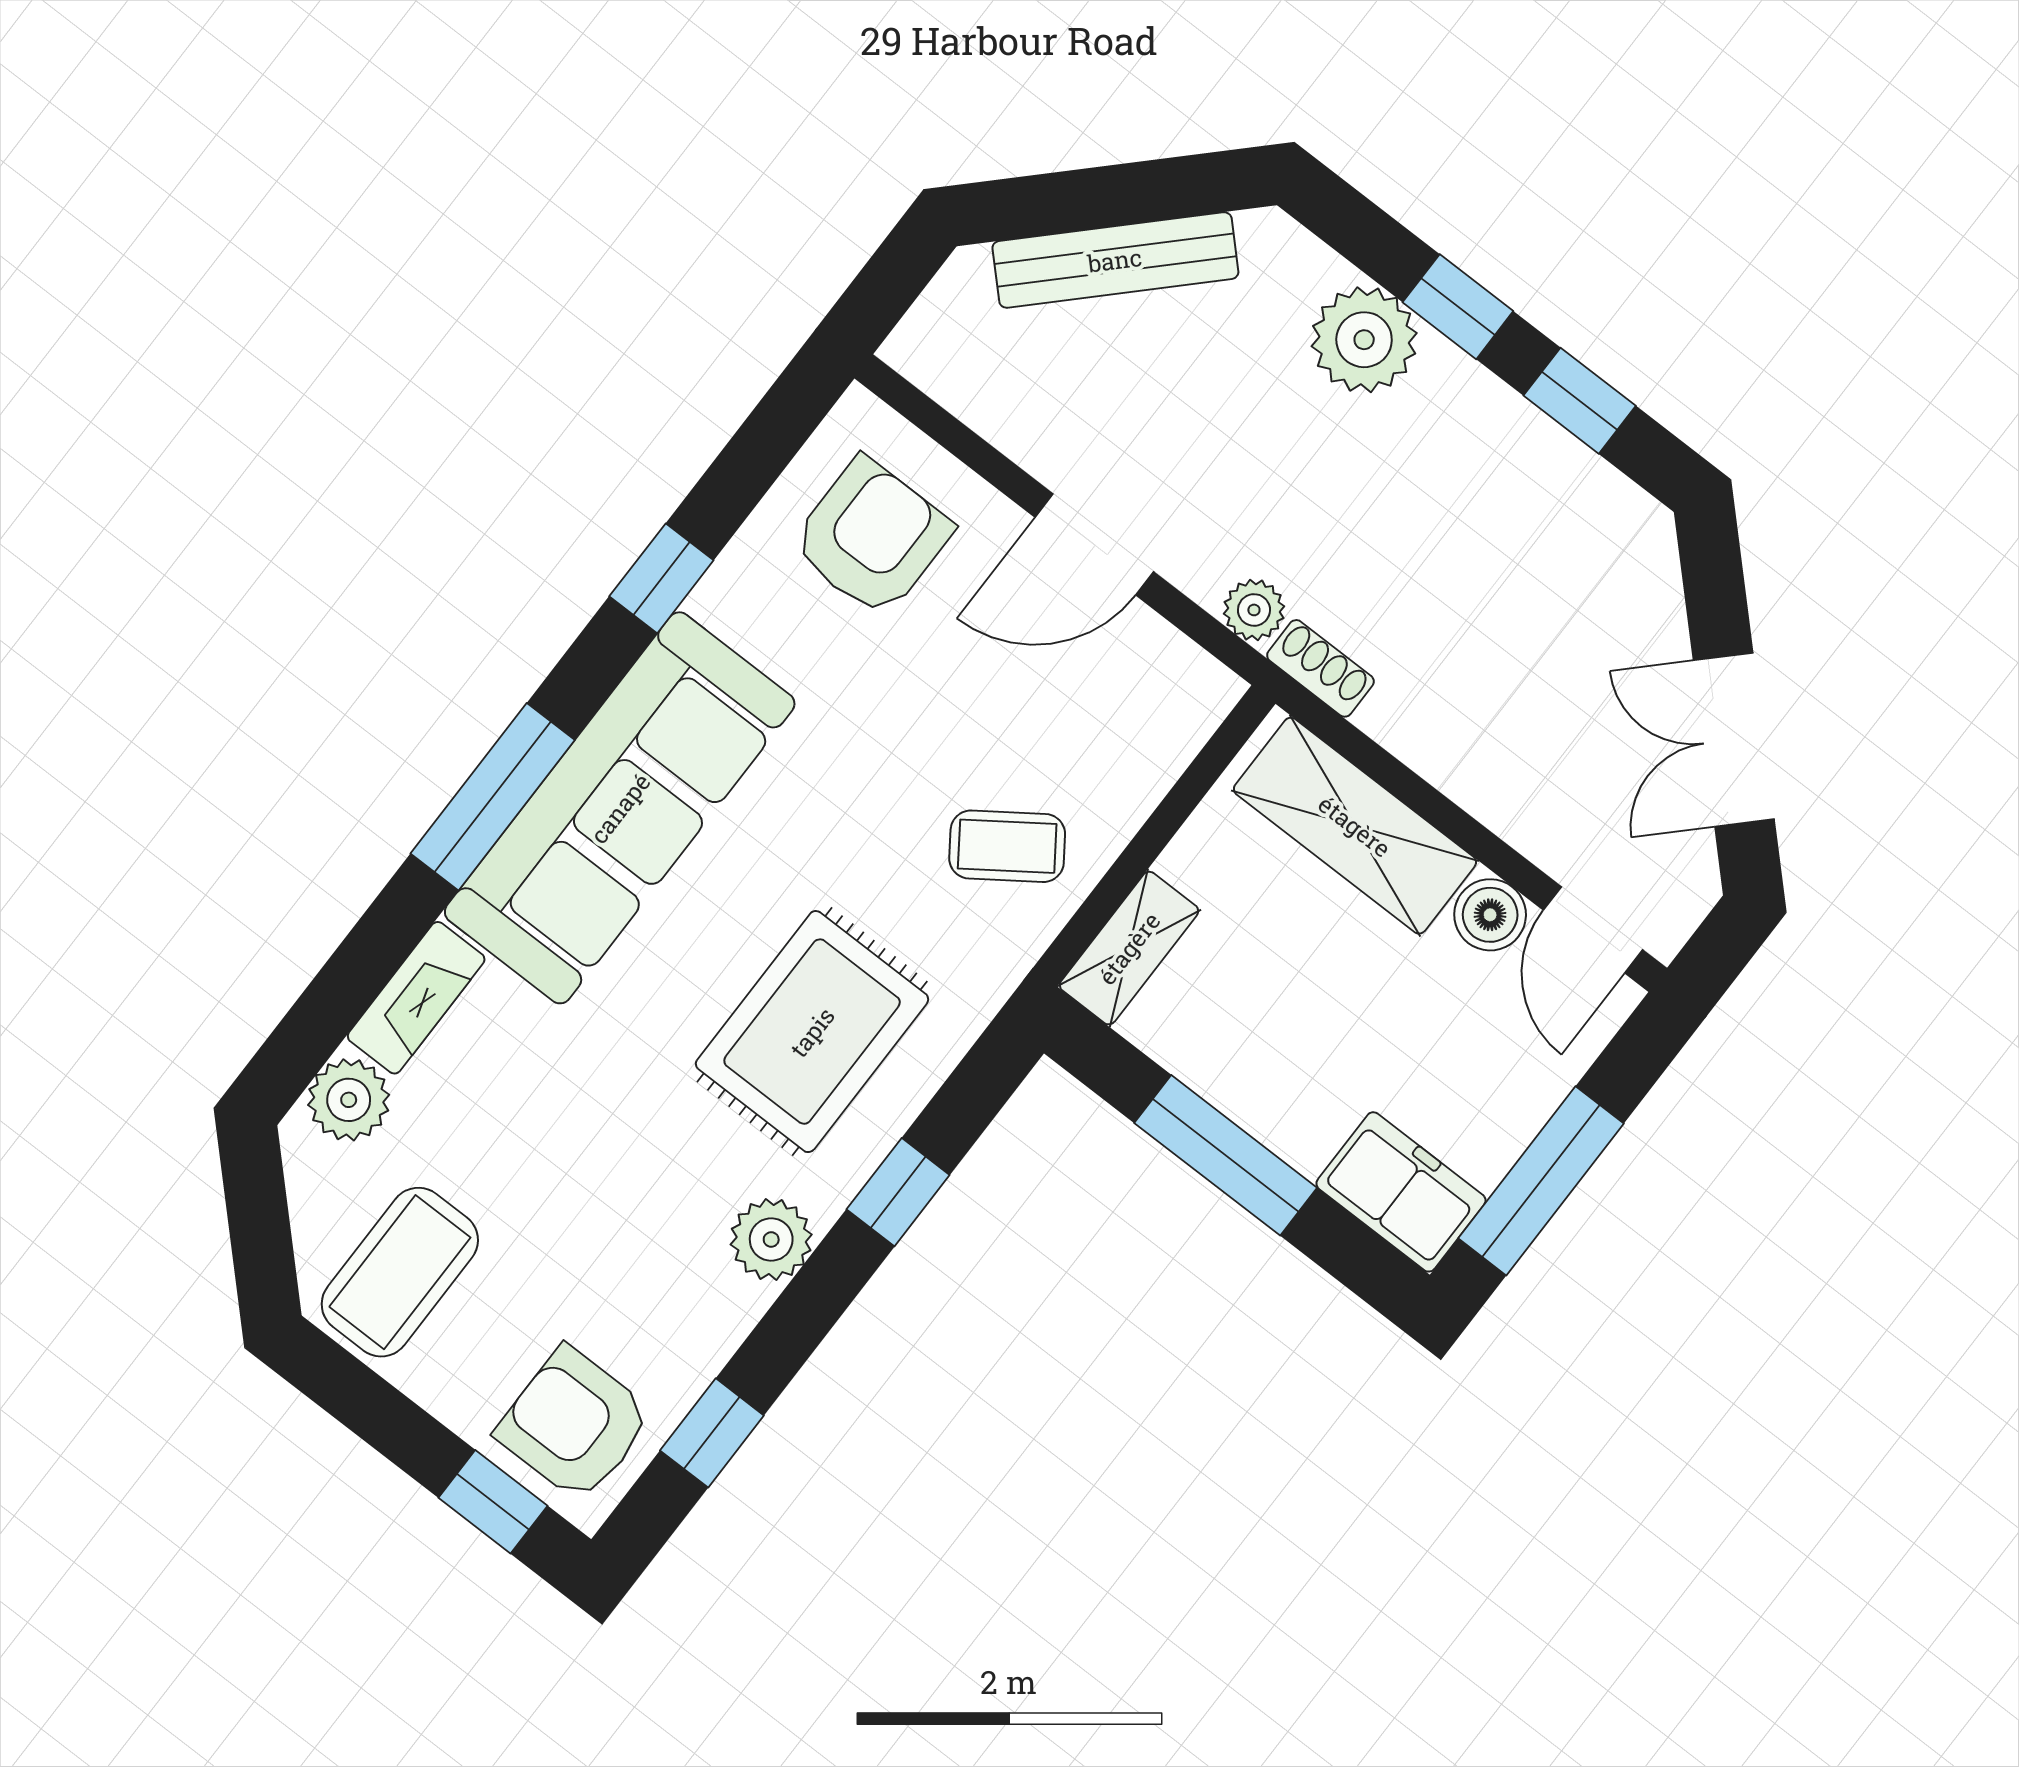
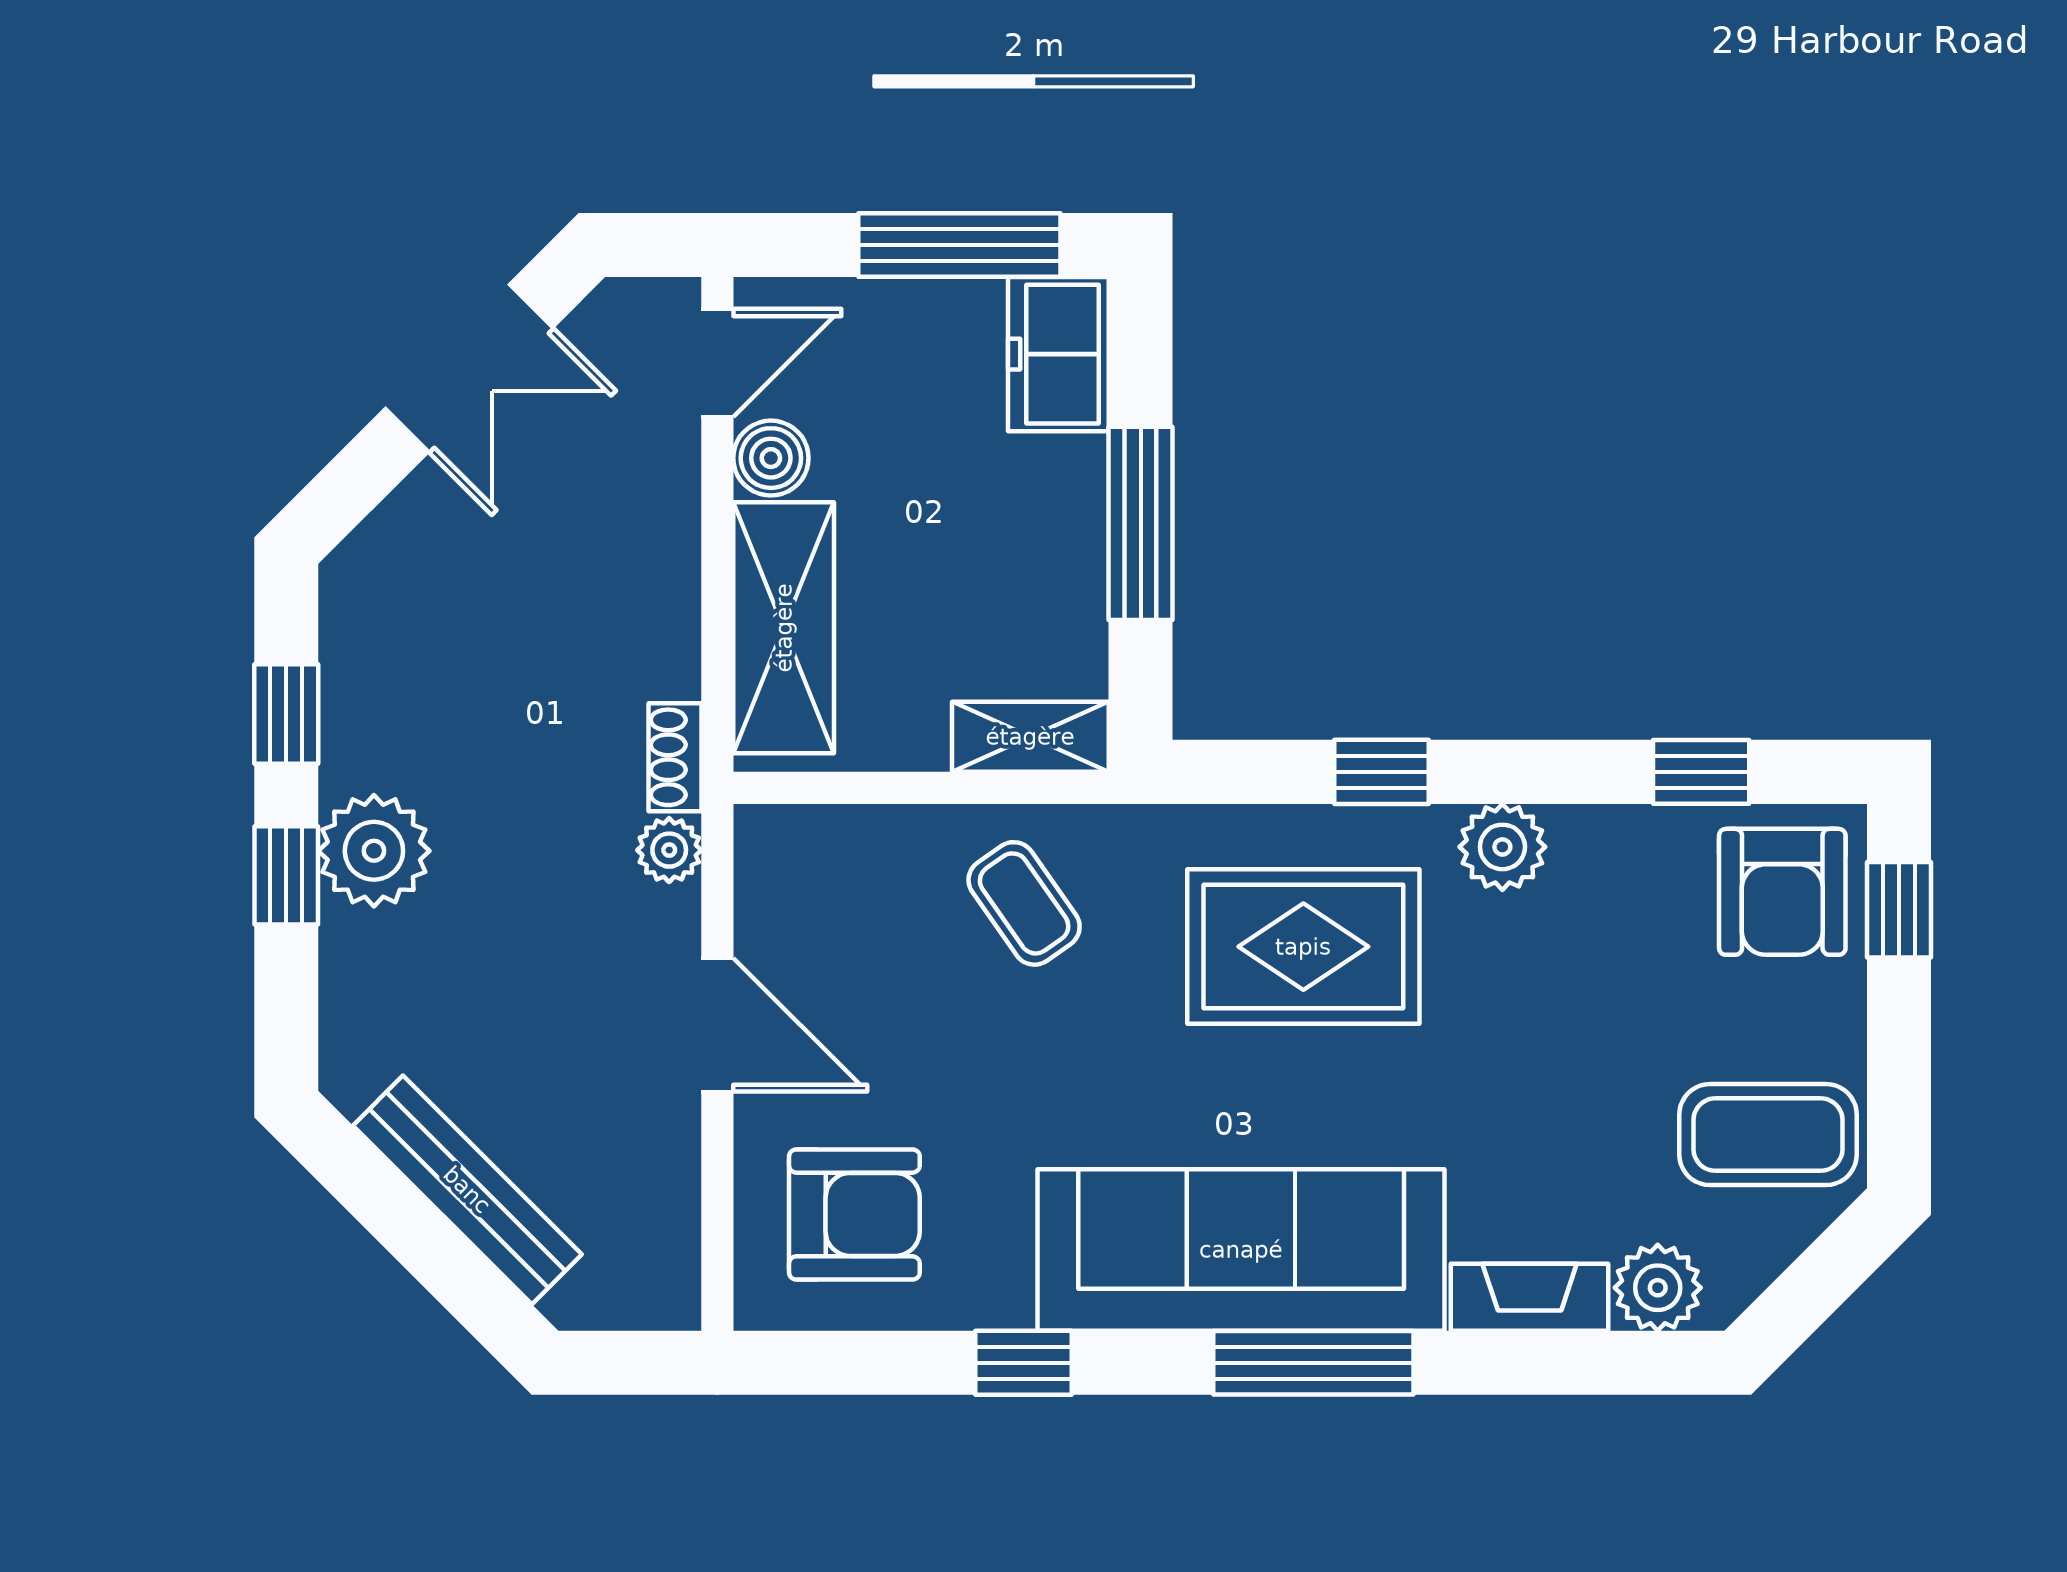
plant: (1364, 340) -> (374, 851), moved
armchair: (872, 537) -> (854, 1214), turned 180

